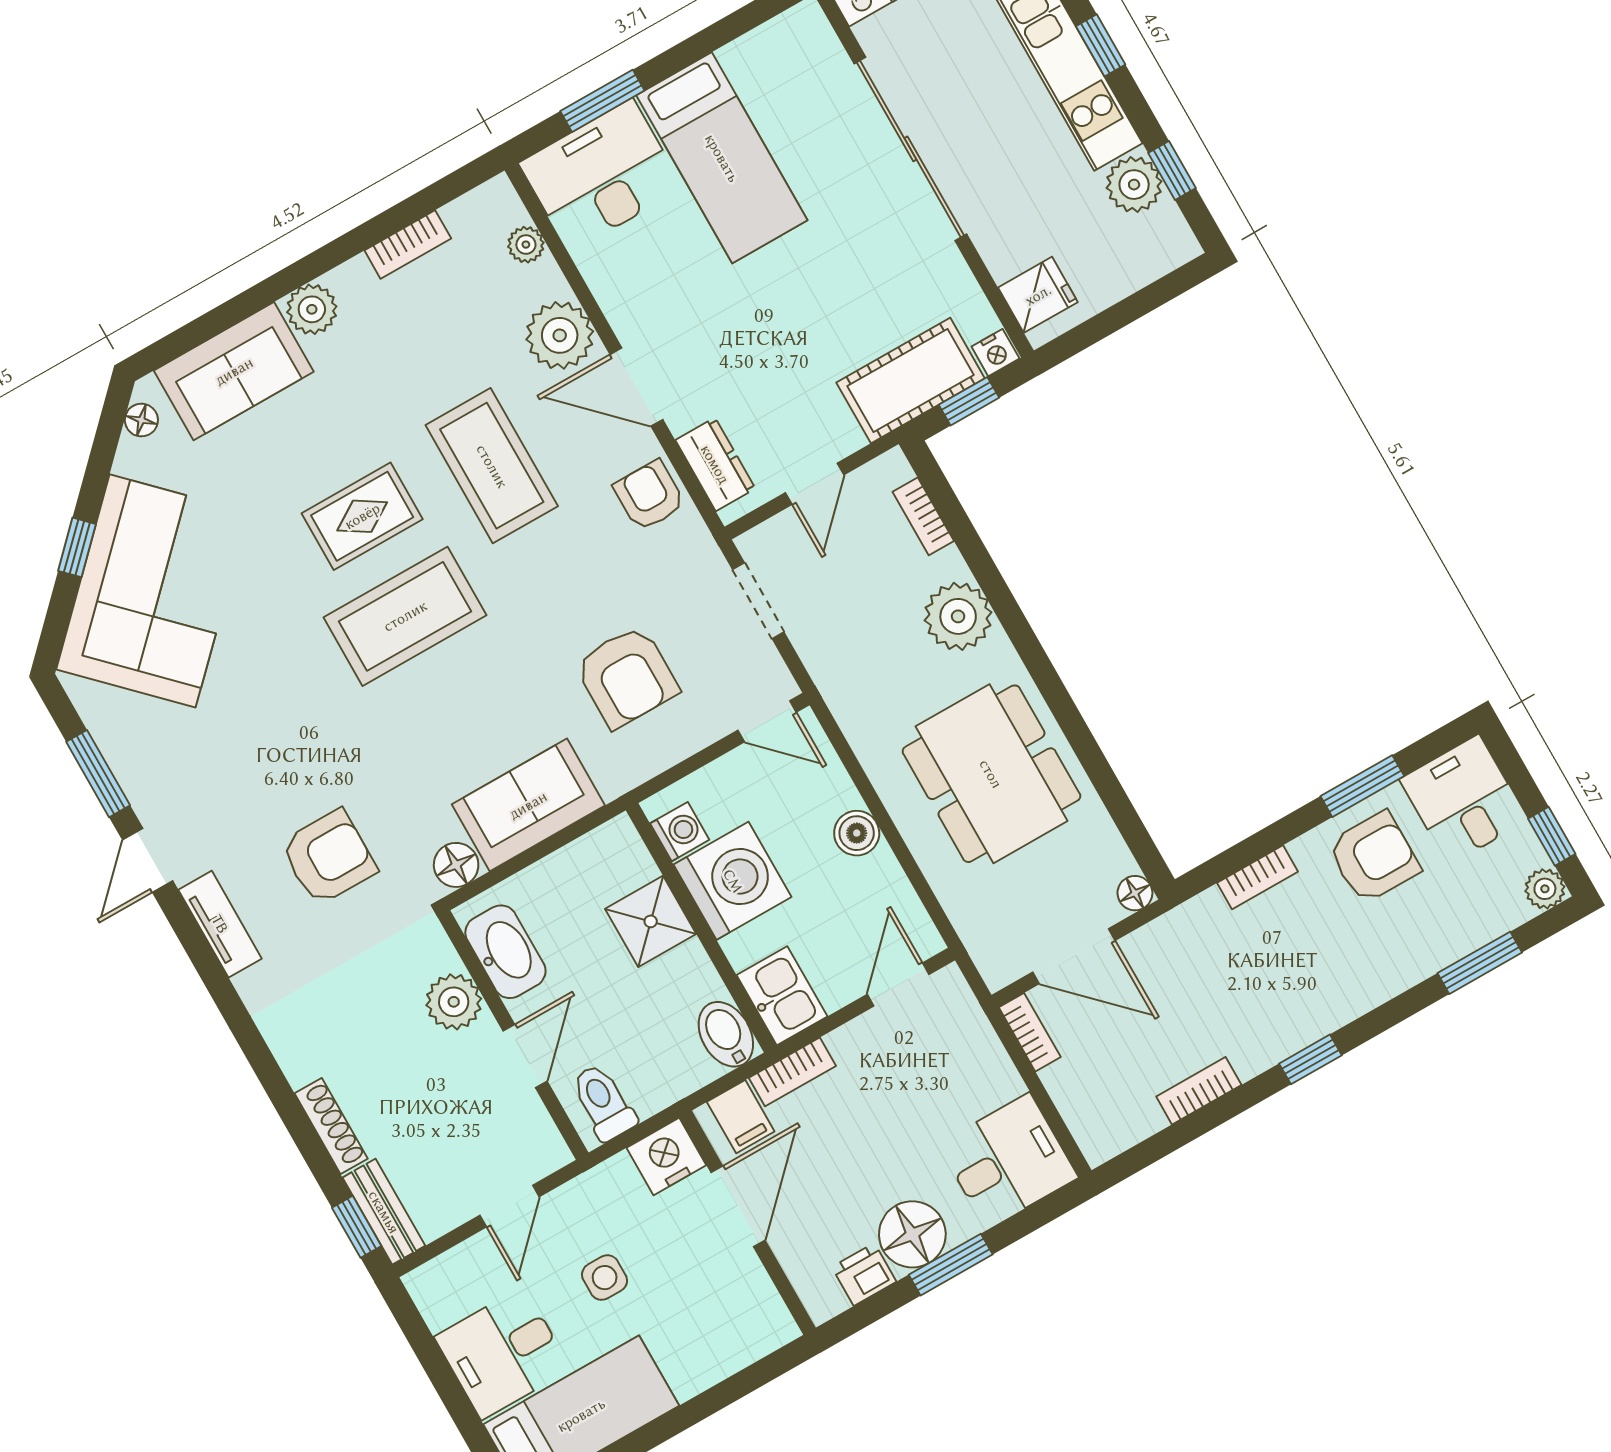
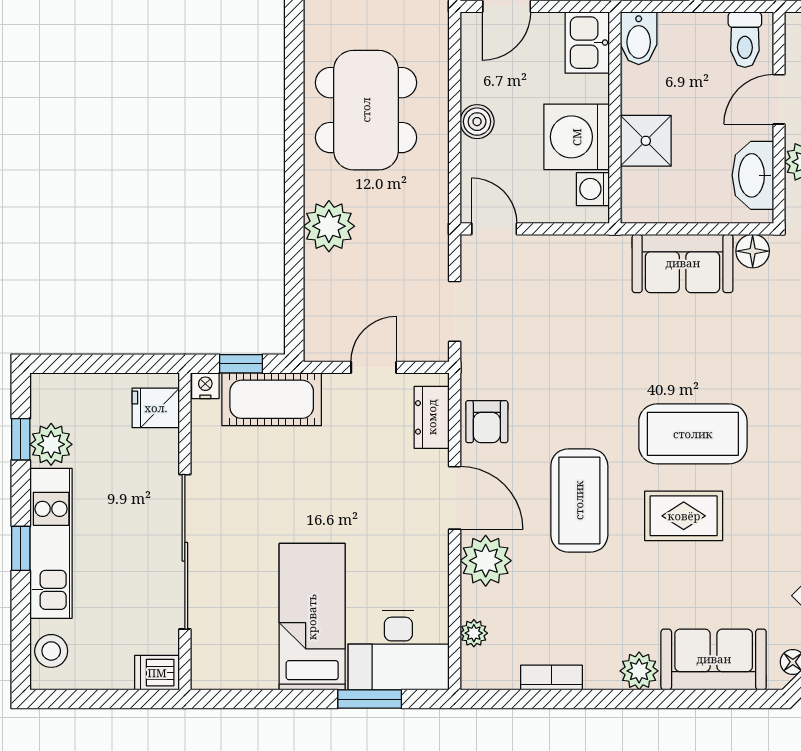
bookcase: (923, 516) -> (314, 305), removed
armchair: (627, 677) -> (570, 311), removed

